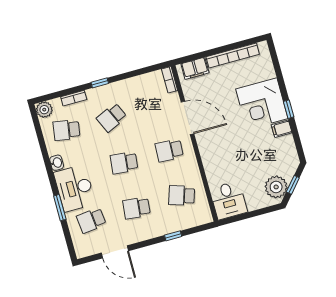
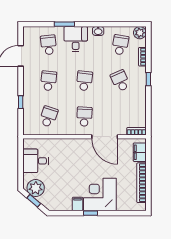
door: (188, 118) -> (105, 137), hinge flipped
desk: (75, 188) -> (76, 39), width x0.73
desk: (229, 200) -> (36, 161), moved

